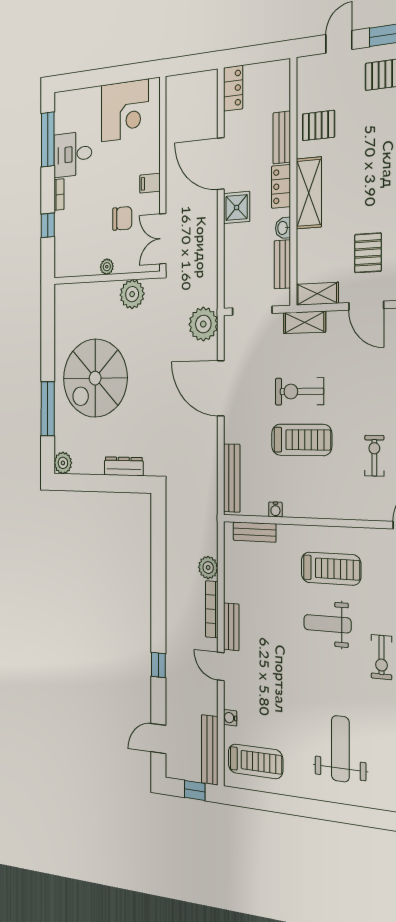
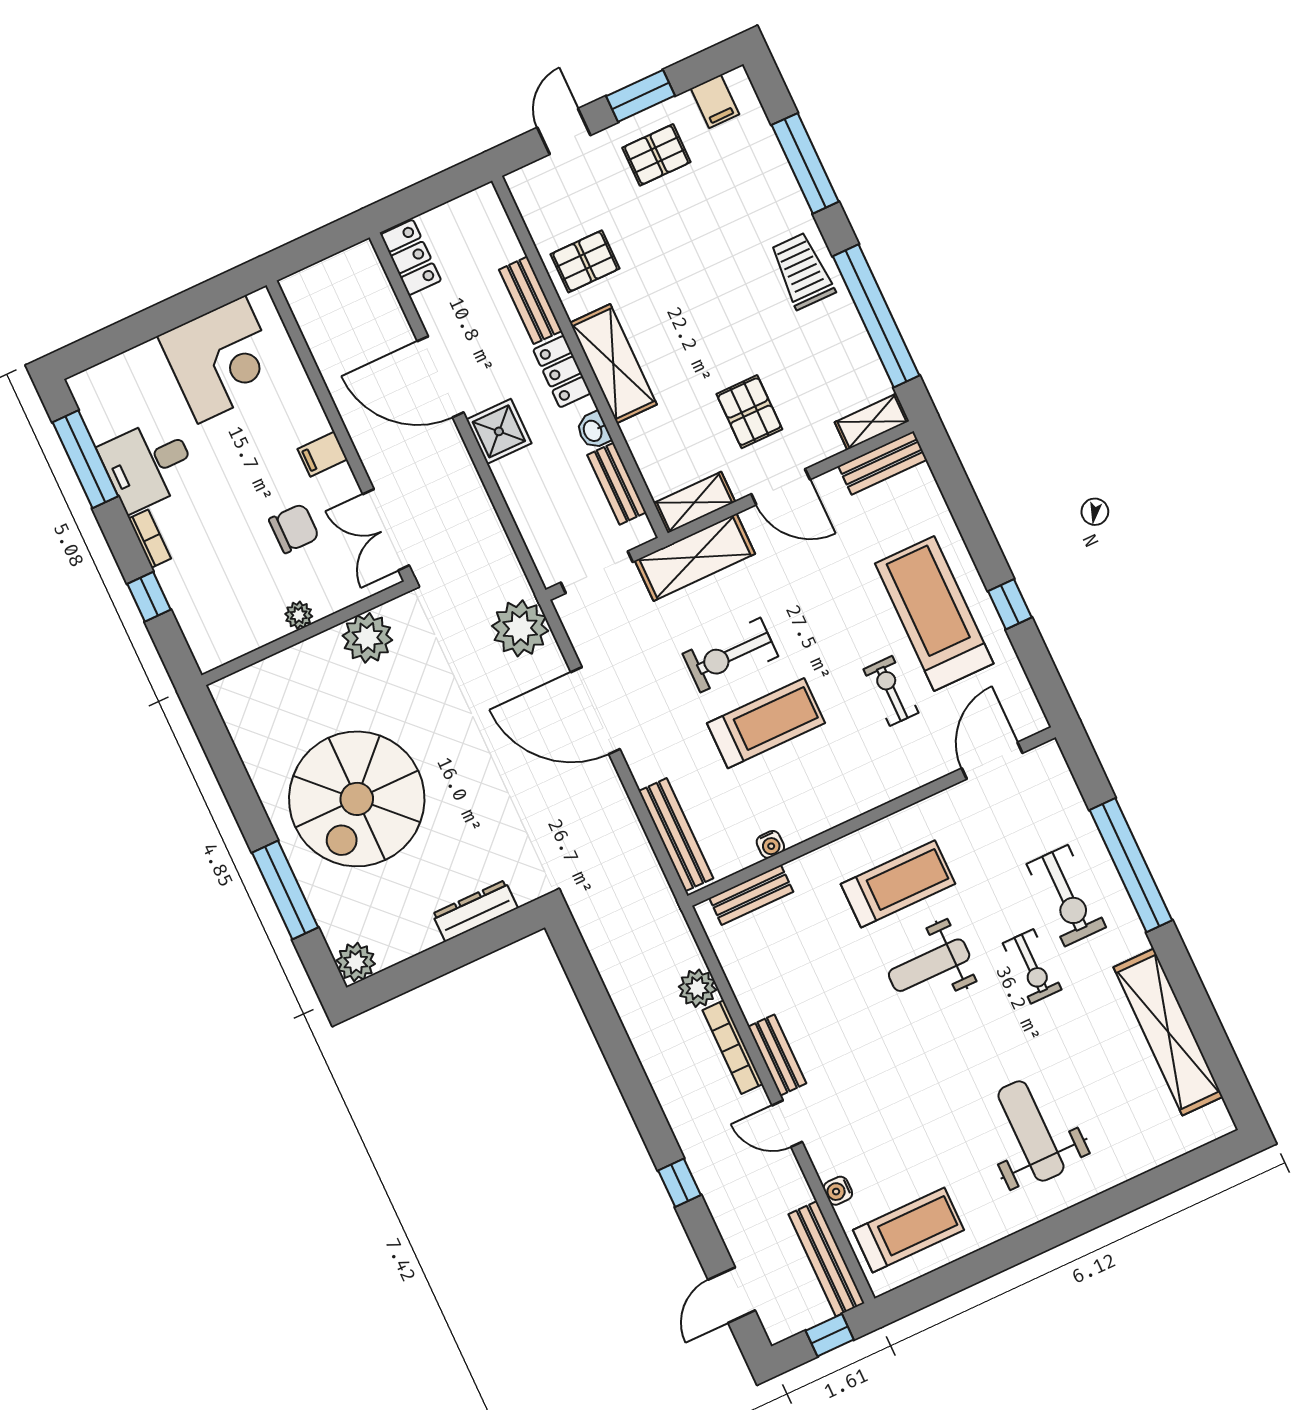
shelving: (305, 322) -> (695, 557), width x1.50, depth x1.33

